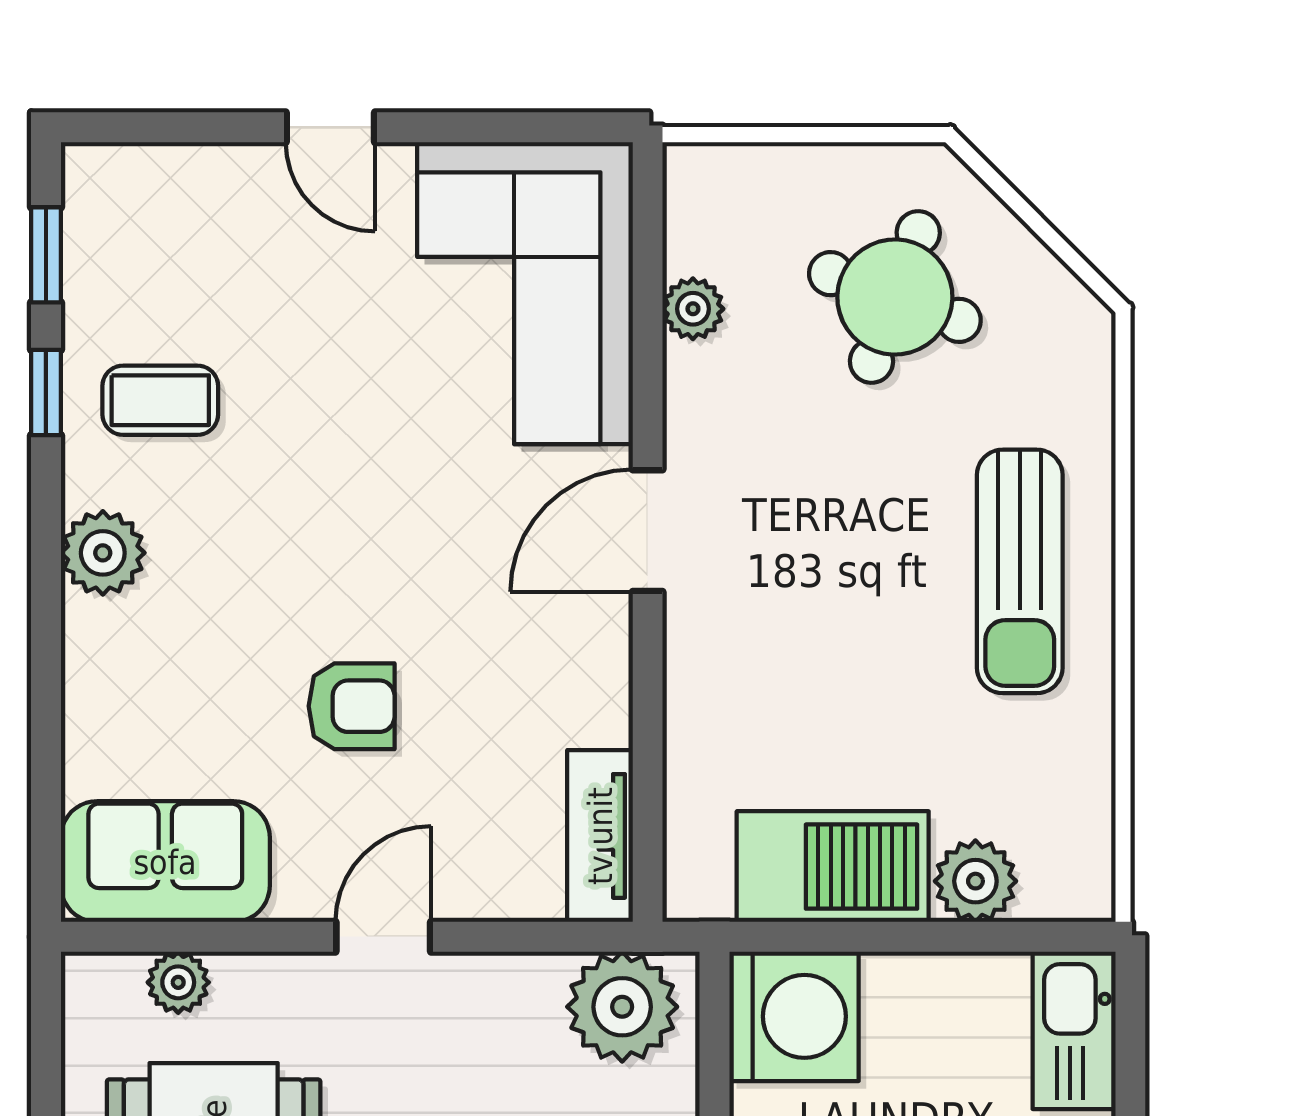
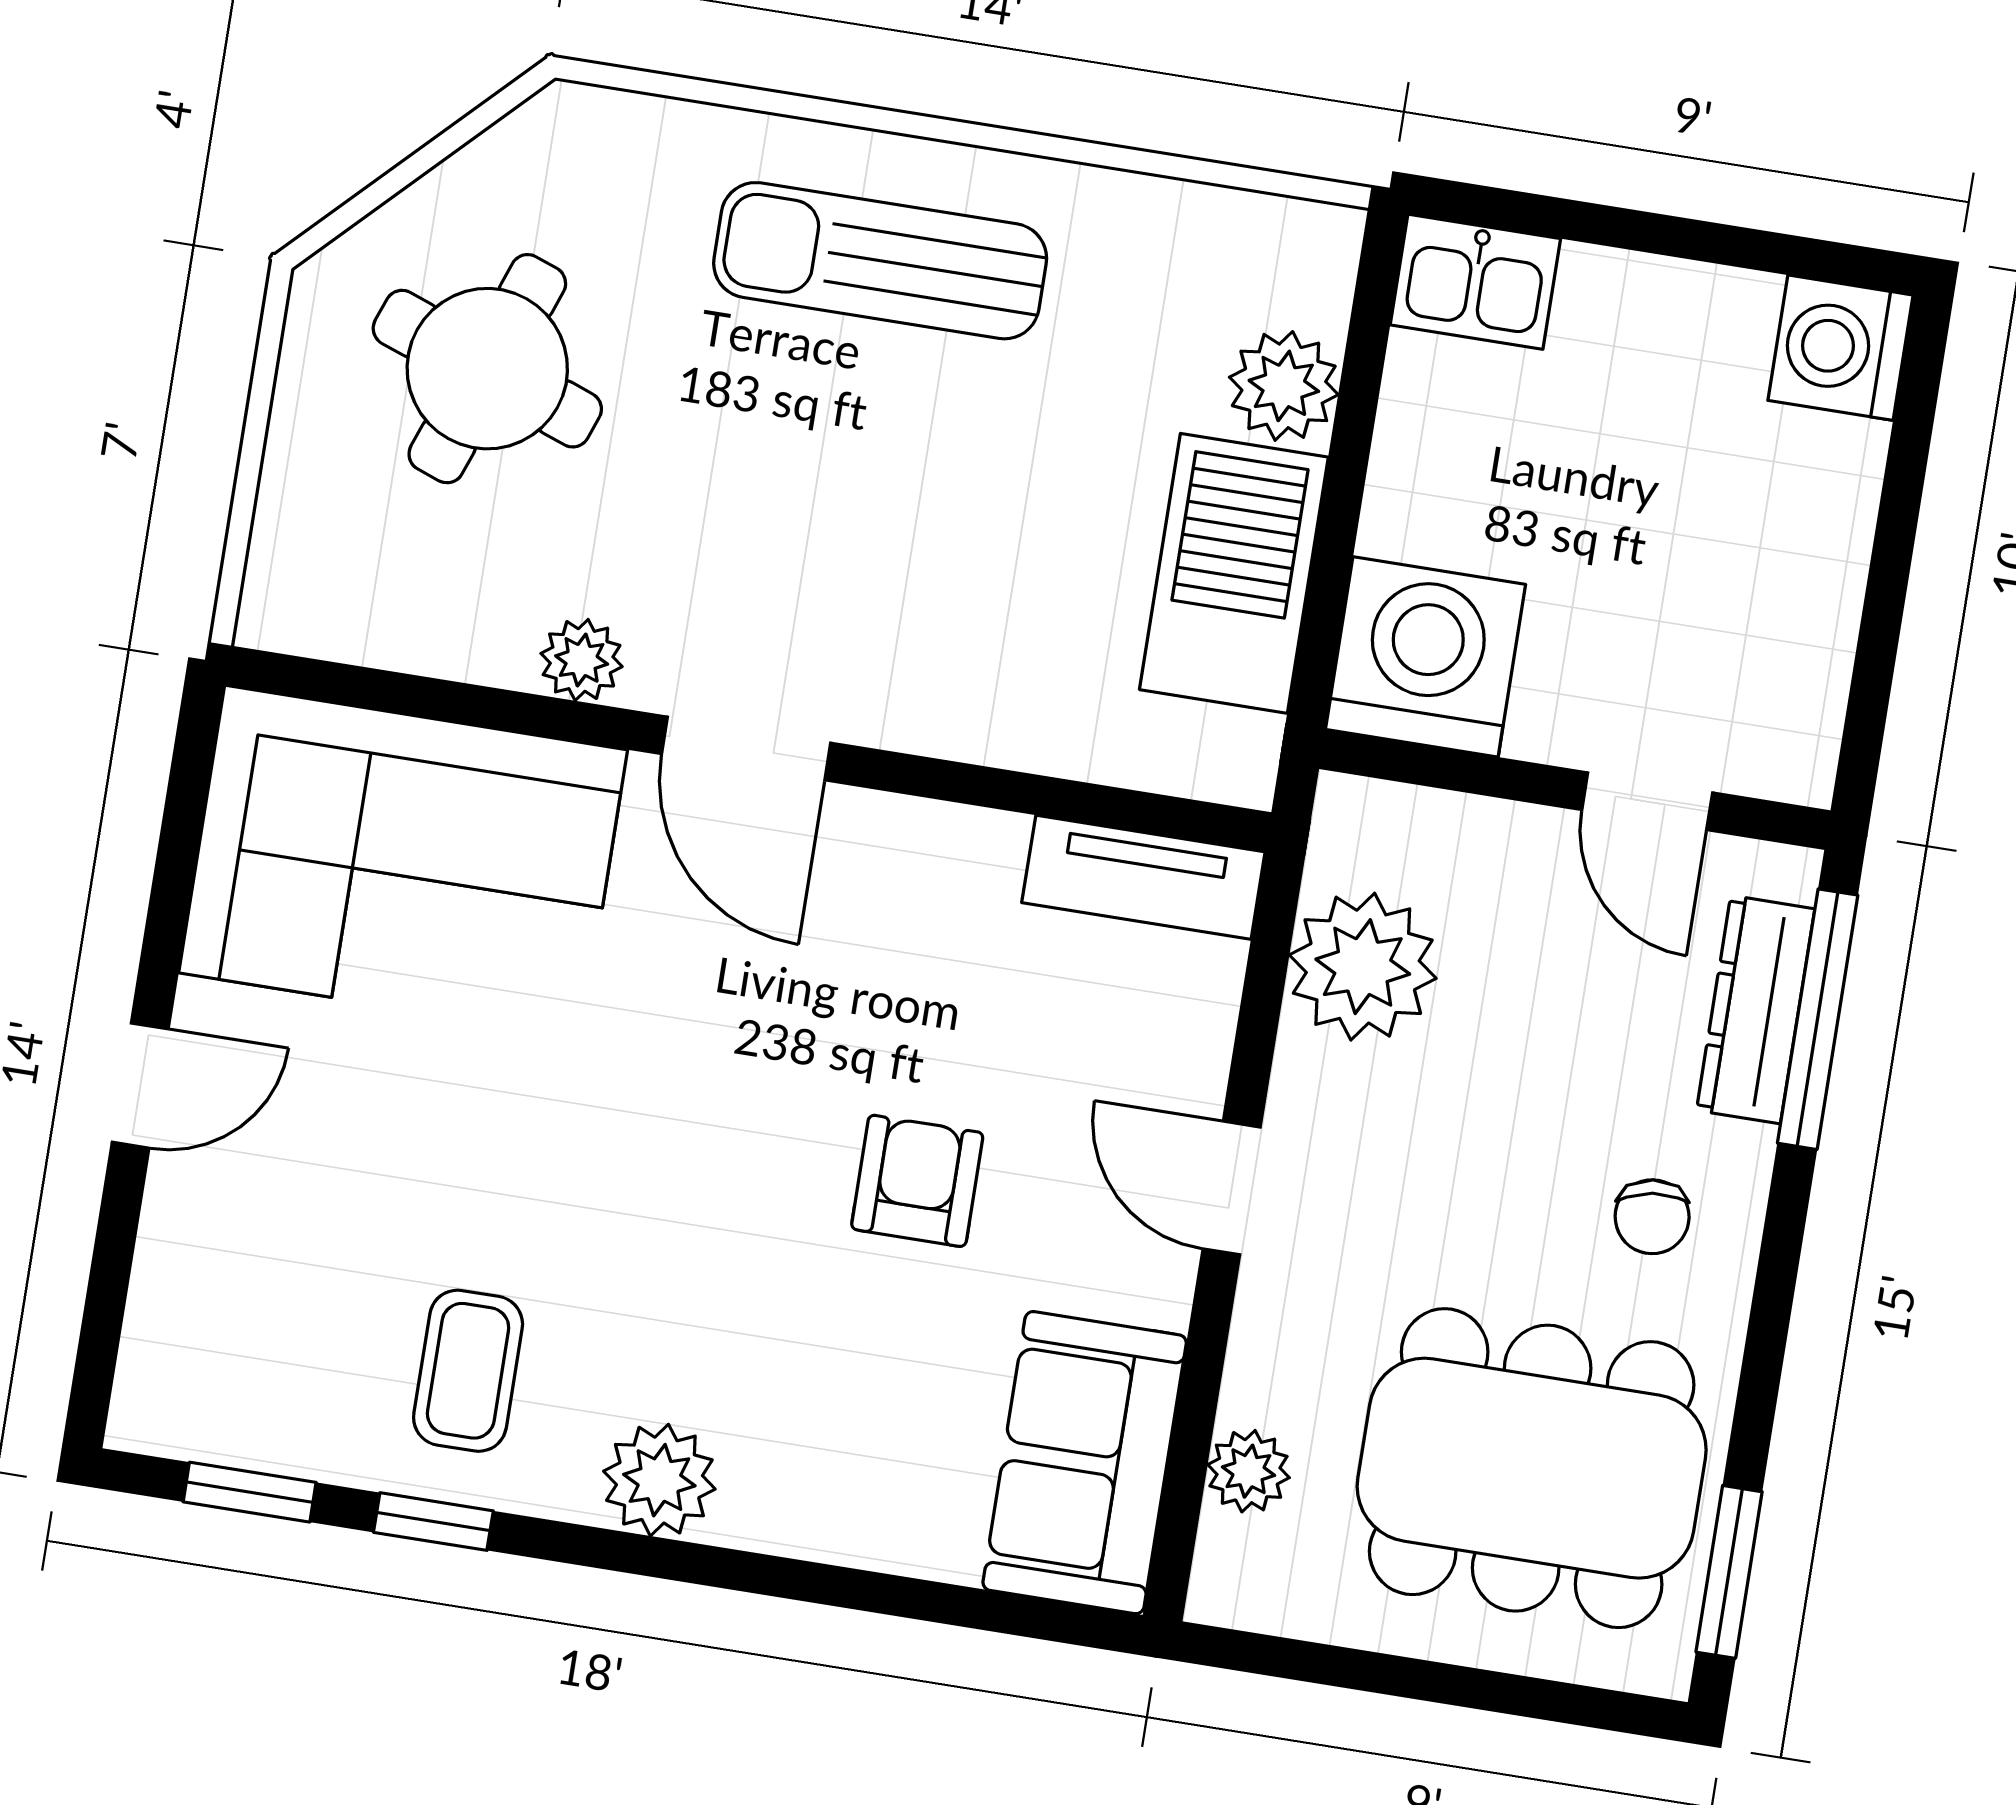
plant: (693, 309) -> (582, 660), moved
sun lounger: (1020, 571) -> (880, 261), turned 180
plant: (622, 1007) -> (1363, 967), moved
kitchen sink: (1074, 1030) -> (1475, 282), width x0.73

